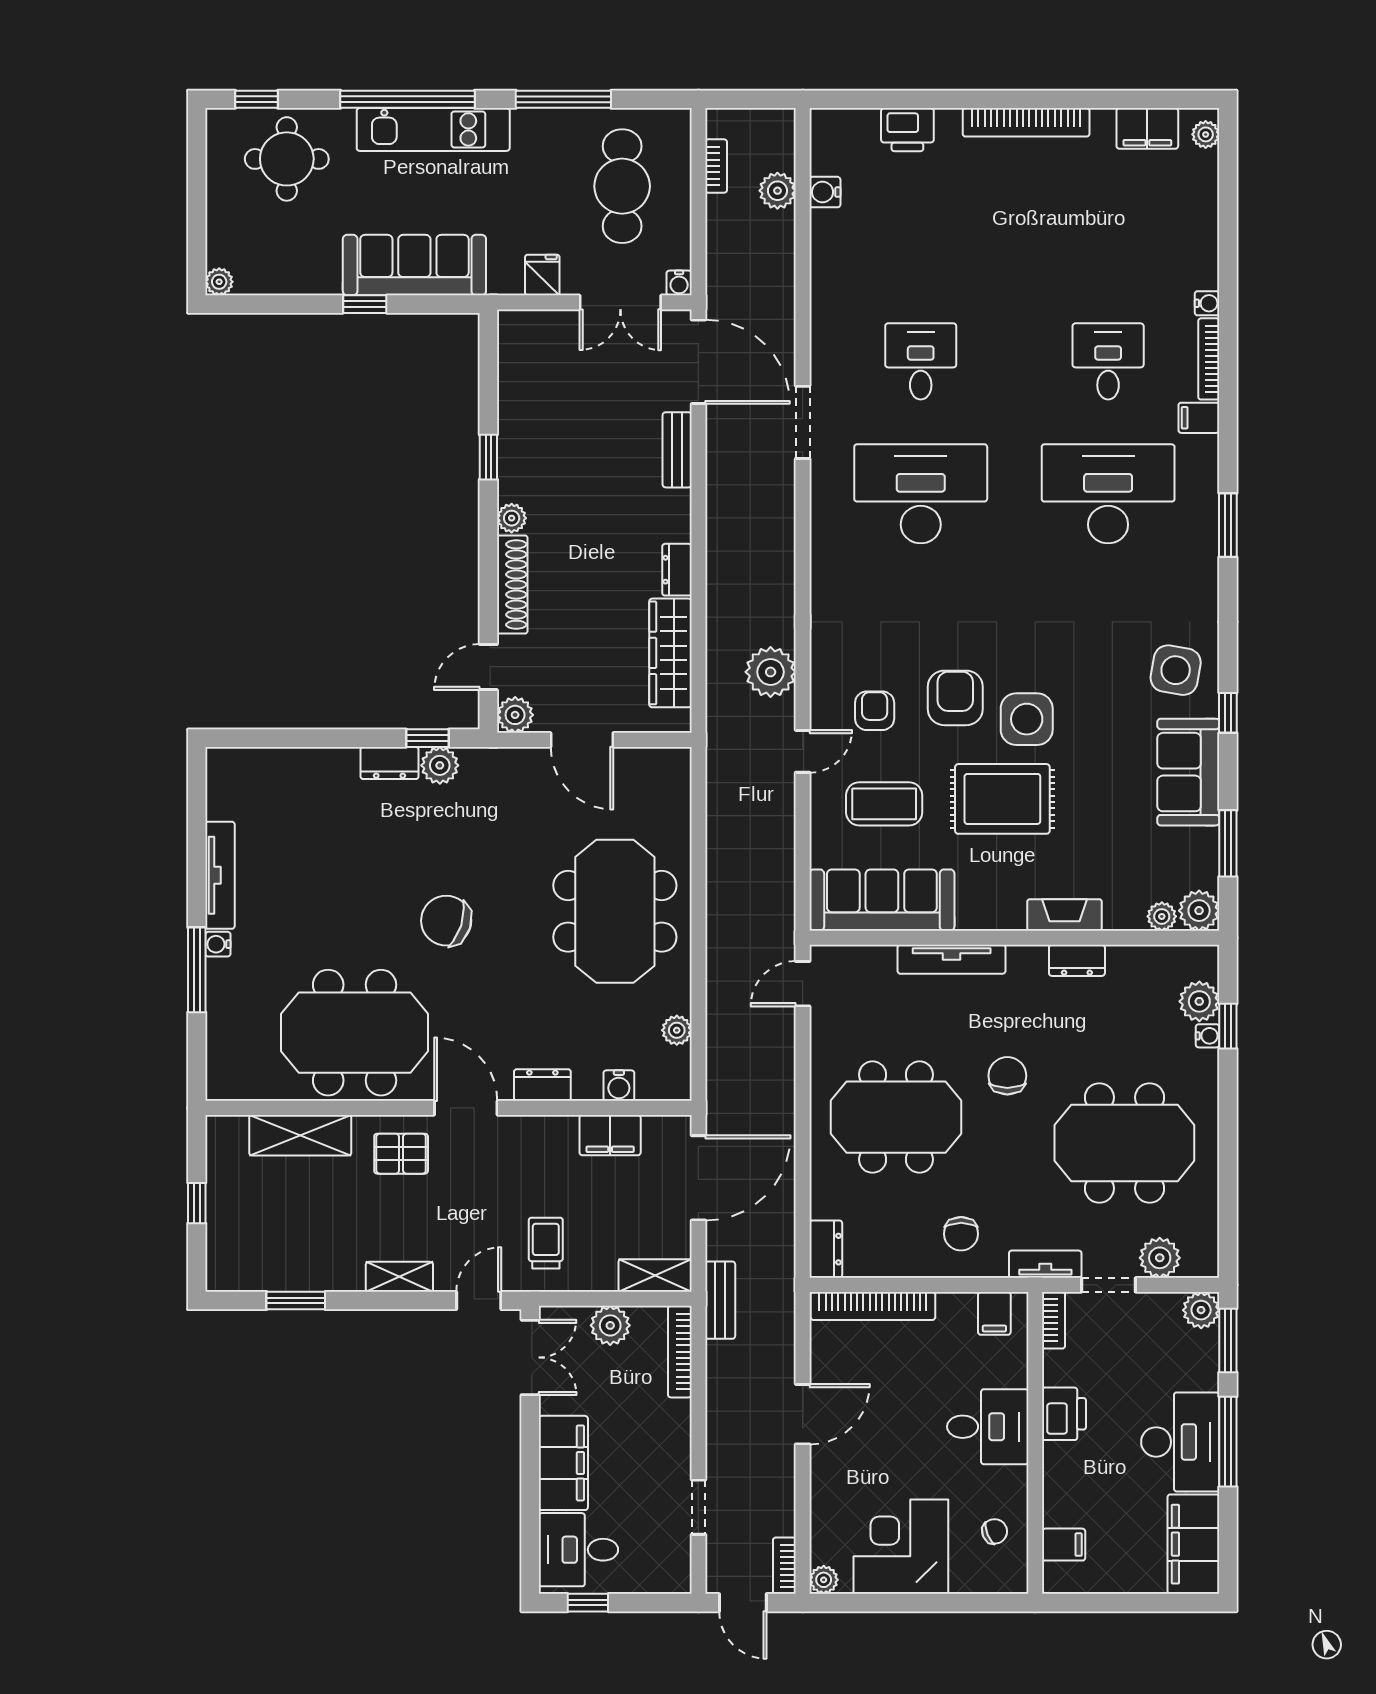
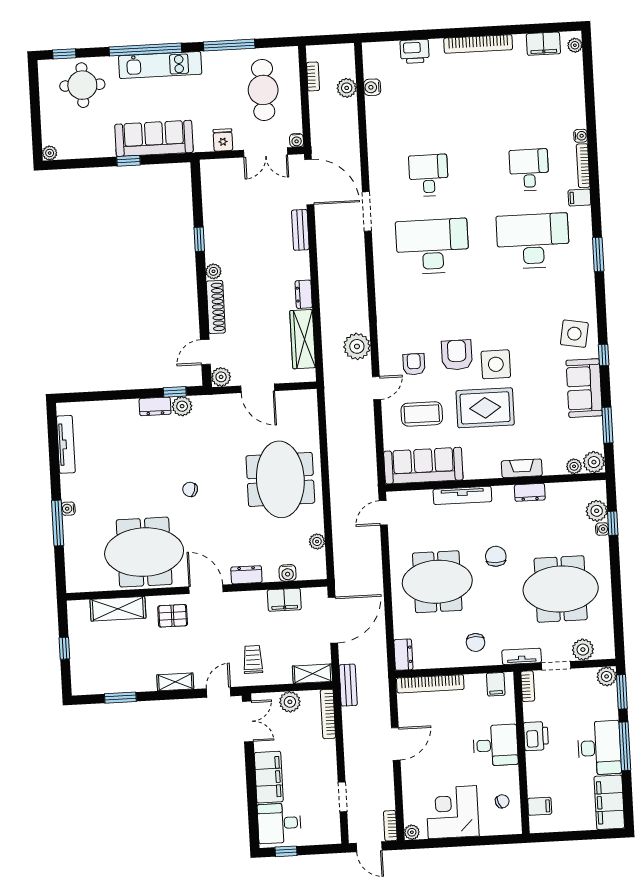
tv unit: (220, 875) -> (66, 444), moved
chair: (446, 921) -> (190, 489), width x0.54, depth x0.54

